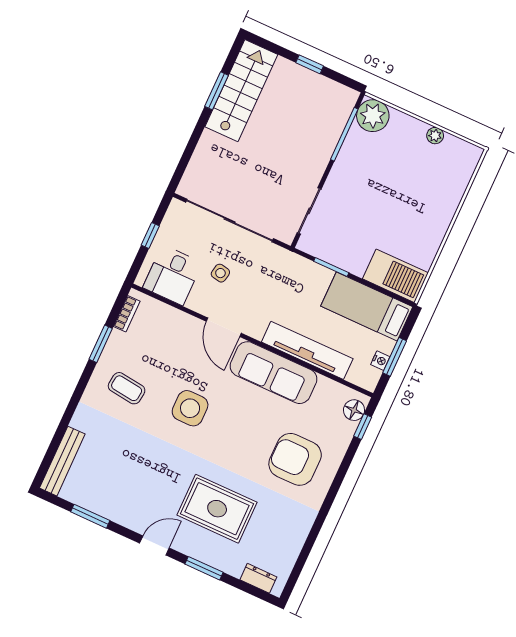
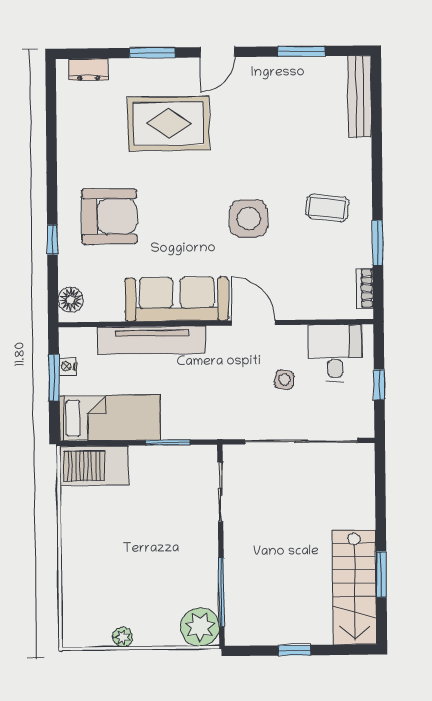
window: (363, 427) -> (52, 240), moved

